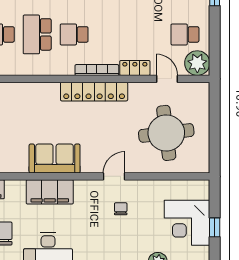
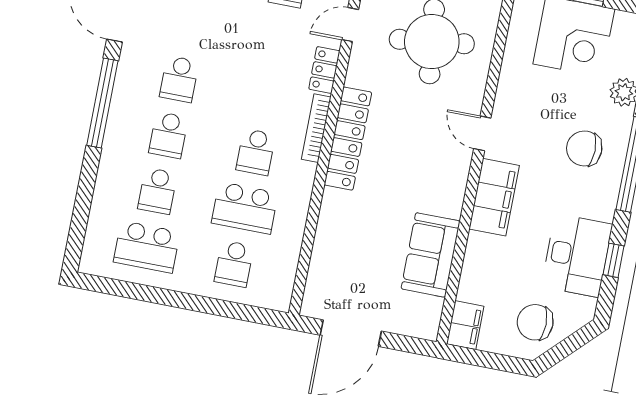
sofa: (55, 159) -> (431, 255), moved
filing cabinet: (50, 192) -> (494, 197), moved
chair: (121, 209) -> (584, 148), moved, width x1.87, depth x1.87

